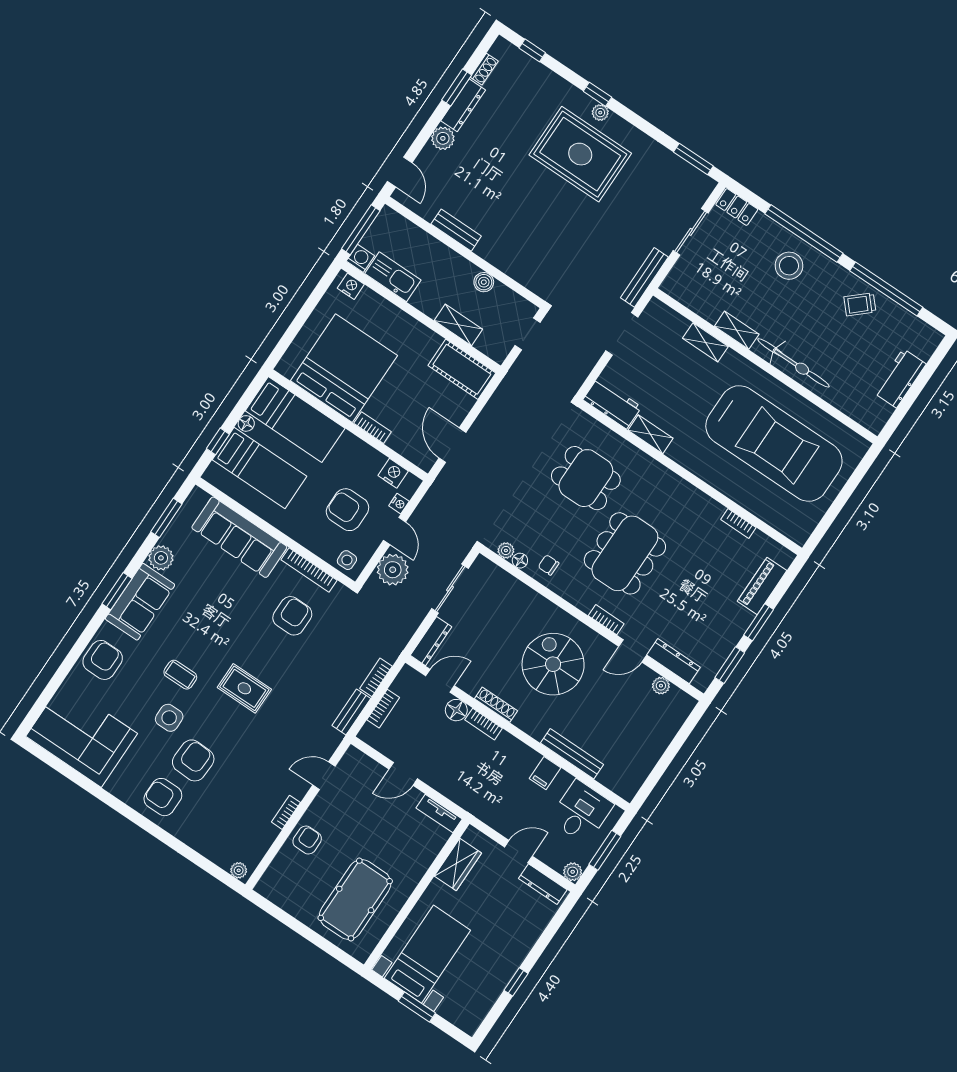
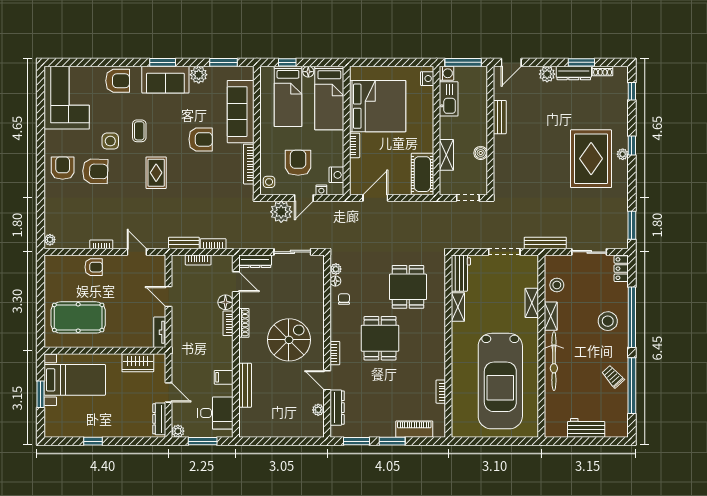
stool: (704, 298) -> (557, 285), added
dining table: (625, 553) -> (380, 338), width x0.73
armchair: (292, 616) -> (201, 139), moved

